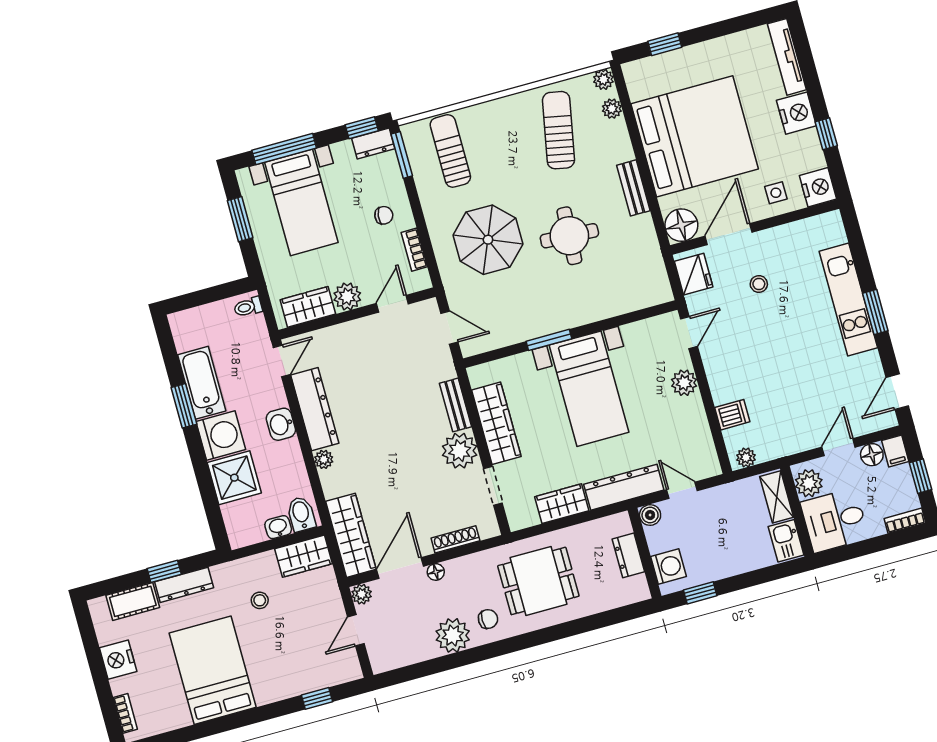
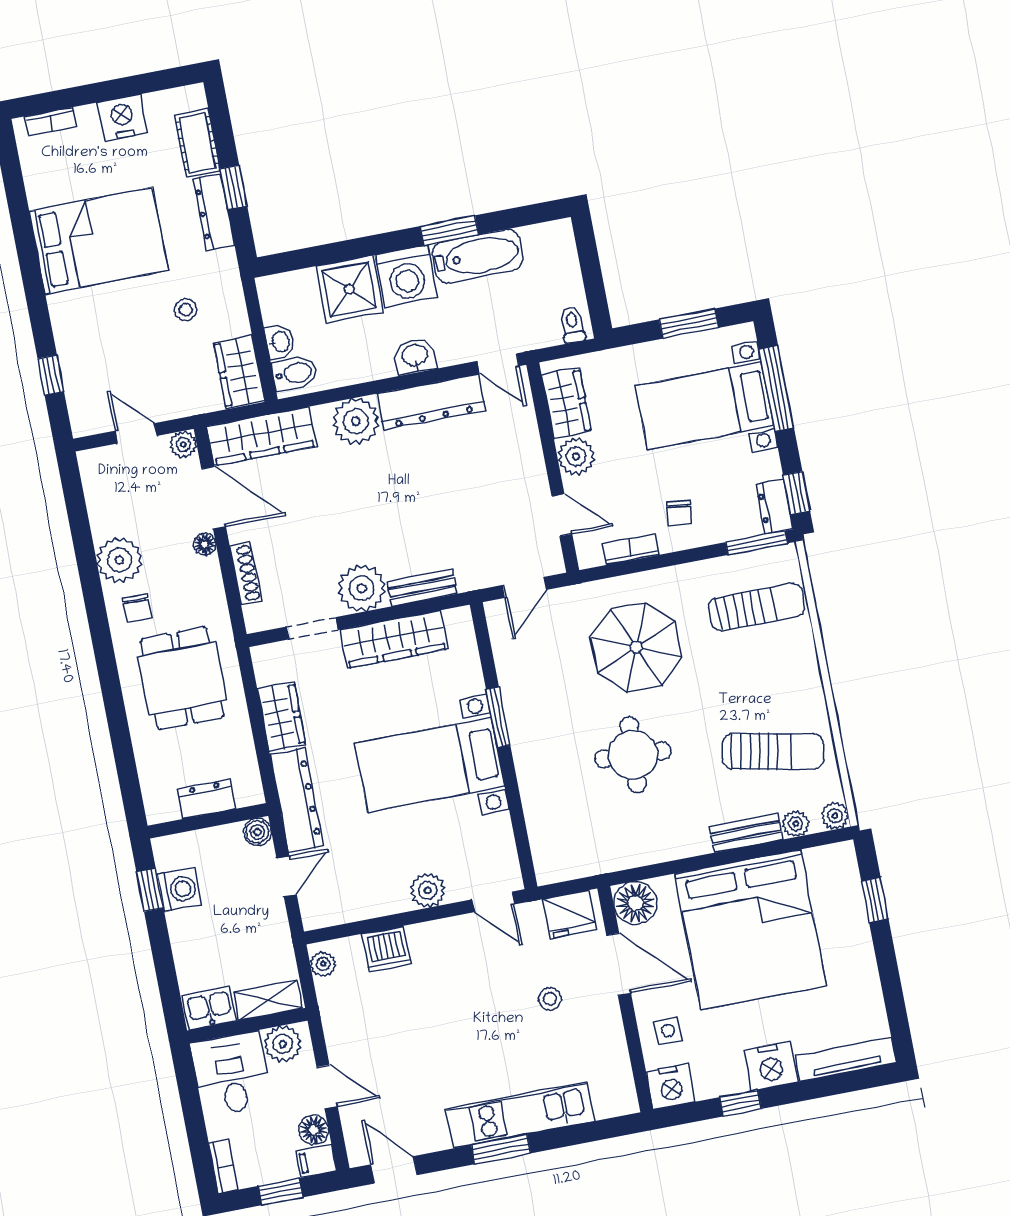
bench: (633, 188) -> (746, 833), moved
dishwasher: (732, 415) -> (386, 949), width x1.38
plant: (324, 459) -> (356, 421), width x1.88, depth x1.88
washing machine: (668, 567) -> (179, 889), moved, turned -90

